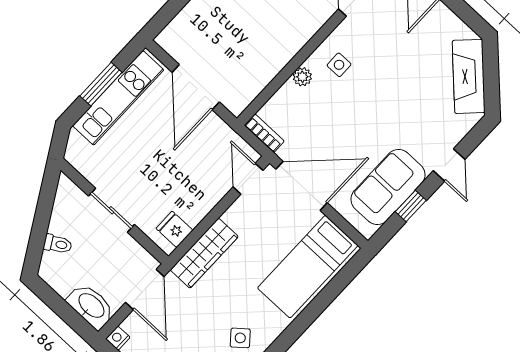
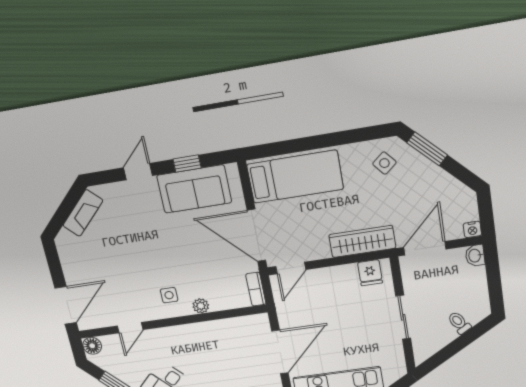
fireplace: (469, 76) -> (83, 213), width x0.73, depth x0.76
washbasin: (91, 306) -> (475, 256), width x0.52, depth x0.69

